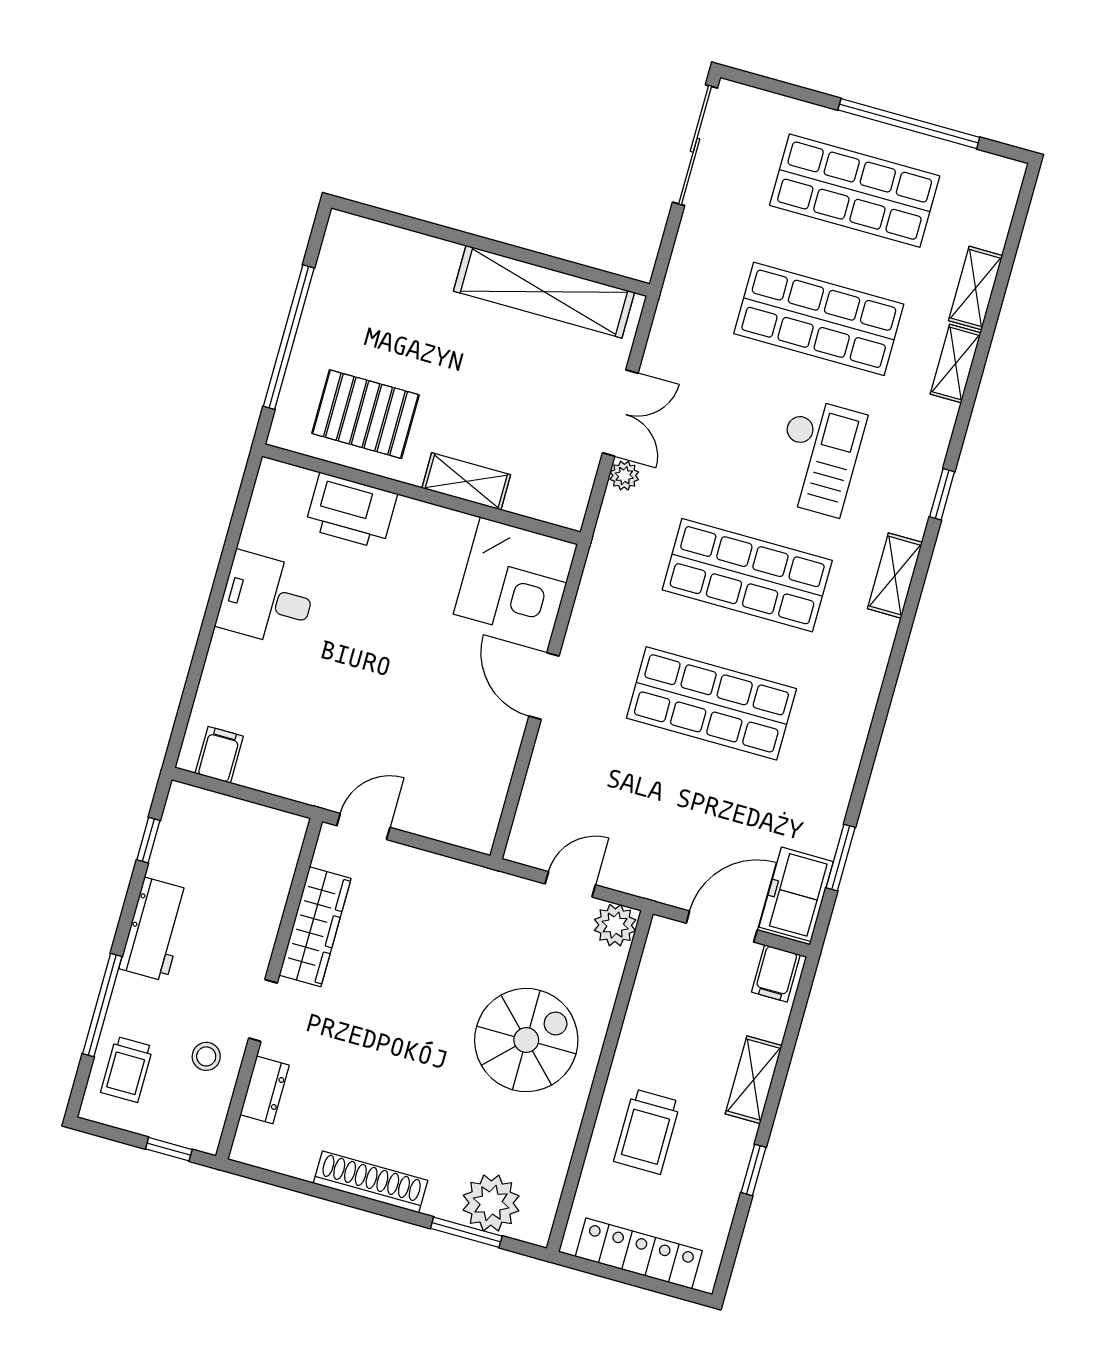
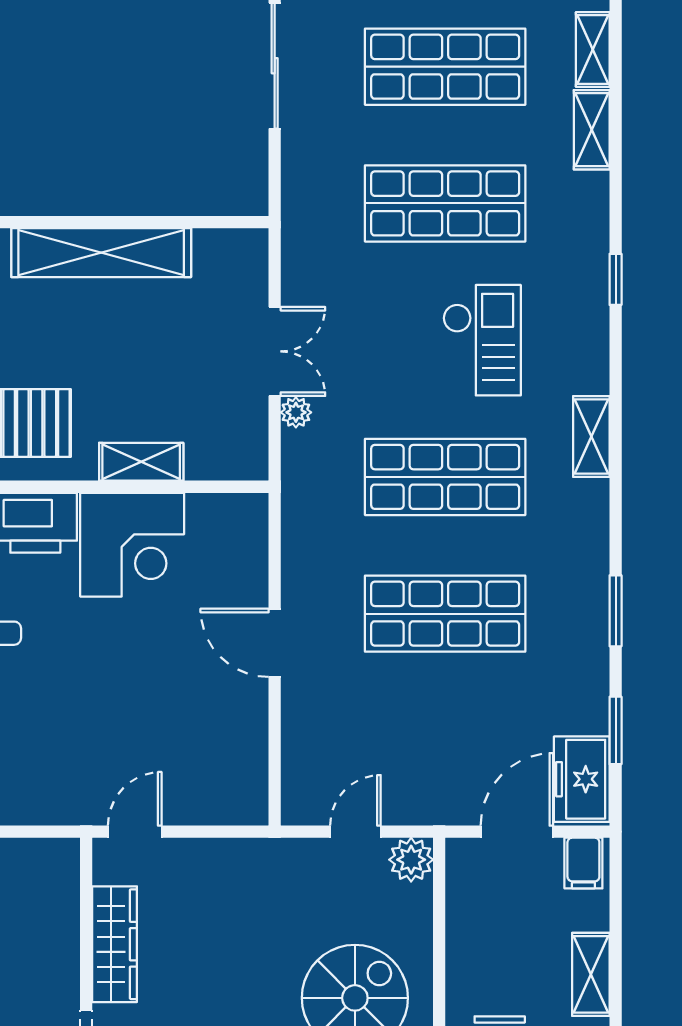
shelving: (544, 292) -> (101, 253), moved
shelving: (956, 364) -> (593, 50), moved
window: (942, 494) -> (616, 279), moved
corner desk: (515, 579) -> (132, 545), moved
window: (872, 745) -> (616, 611), added

